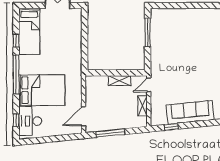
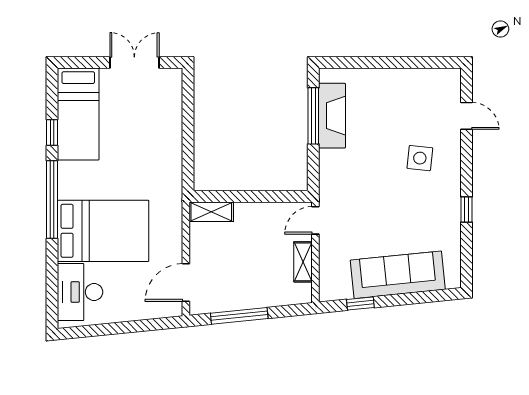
fireplace: (157, 32) -> (332, 116), added
side table: (201, 54) -> (420, 158), added
shelving: (120, 81) -> (211, 212), moved
window: (16, 120) -> (52, 290), removed

